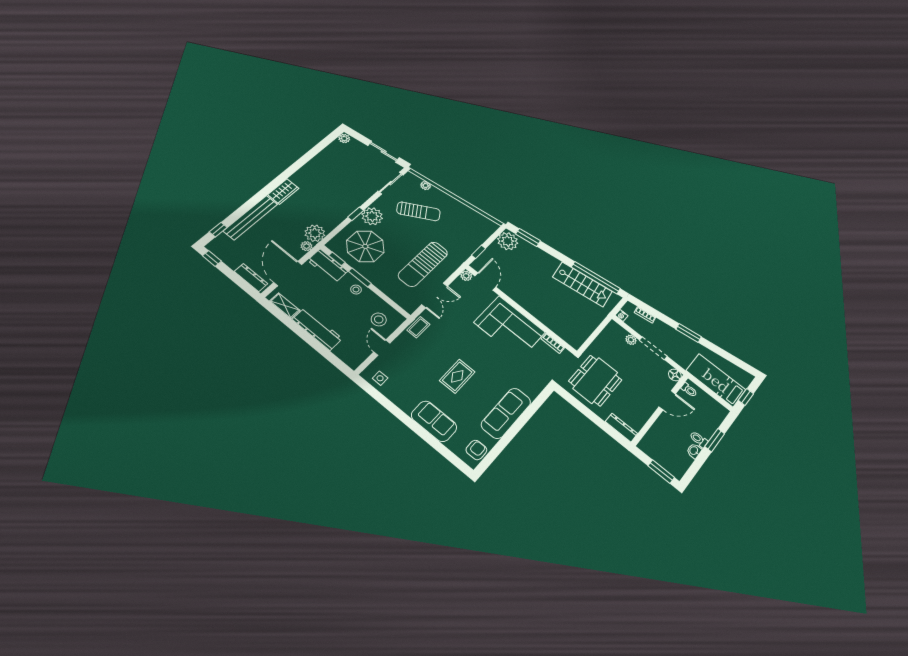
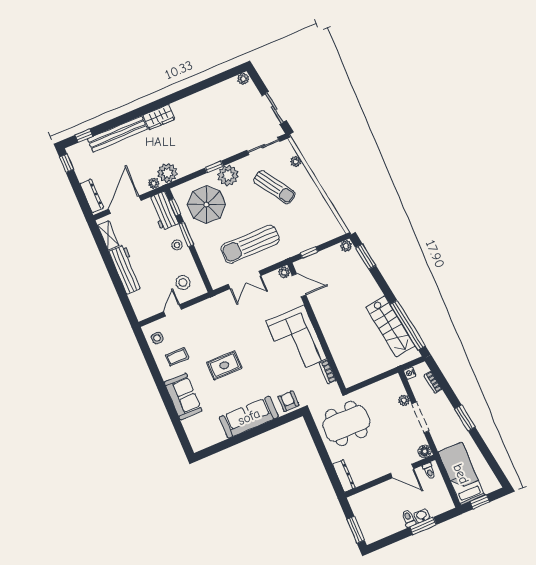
plant: (508, 241) -> (346, 246), width x0.53, depth x0.53
door: (485, 281) -> (299, 285), hinge flipped
coffee table: (418, 327) -> (177, 357), moved
armchair: (476, 450) -> (288, 401), moved, turned -90
washbasin: (694, 451) -> (422, 516), moved

